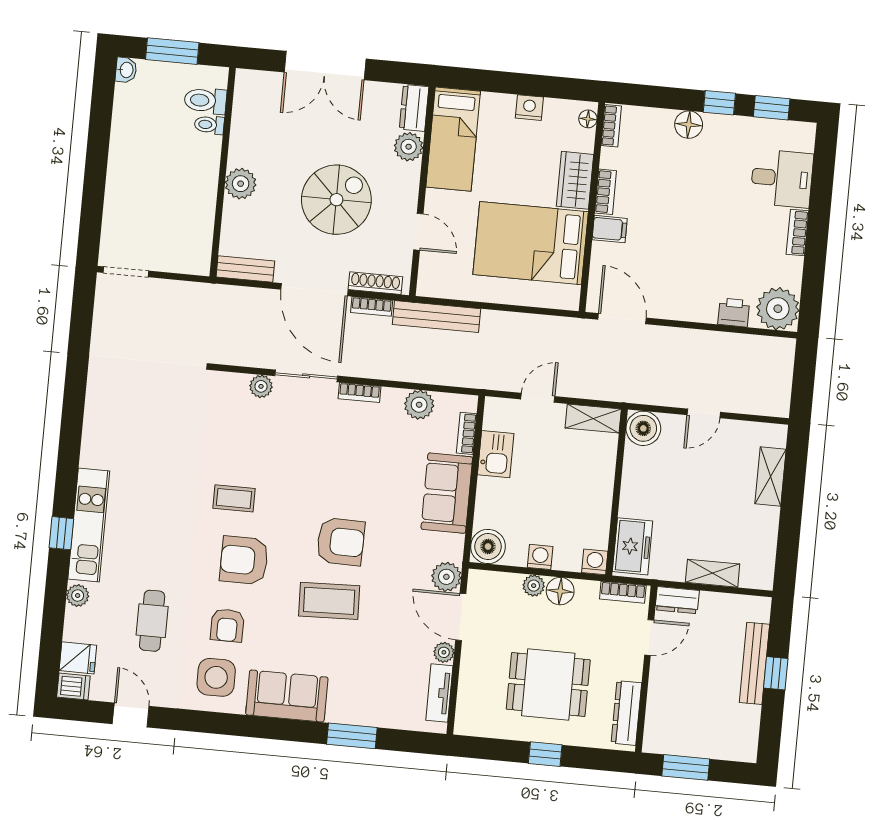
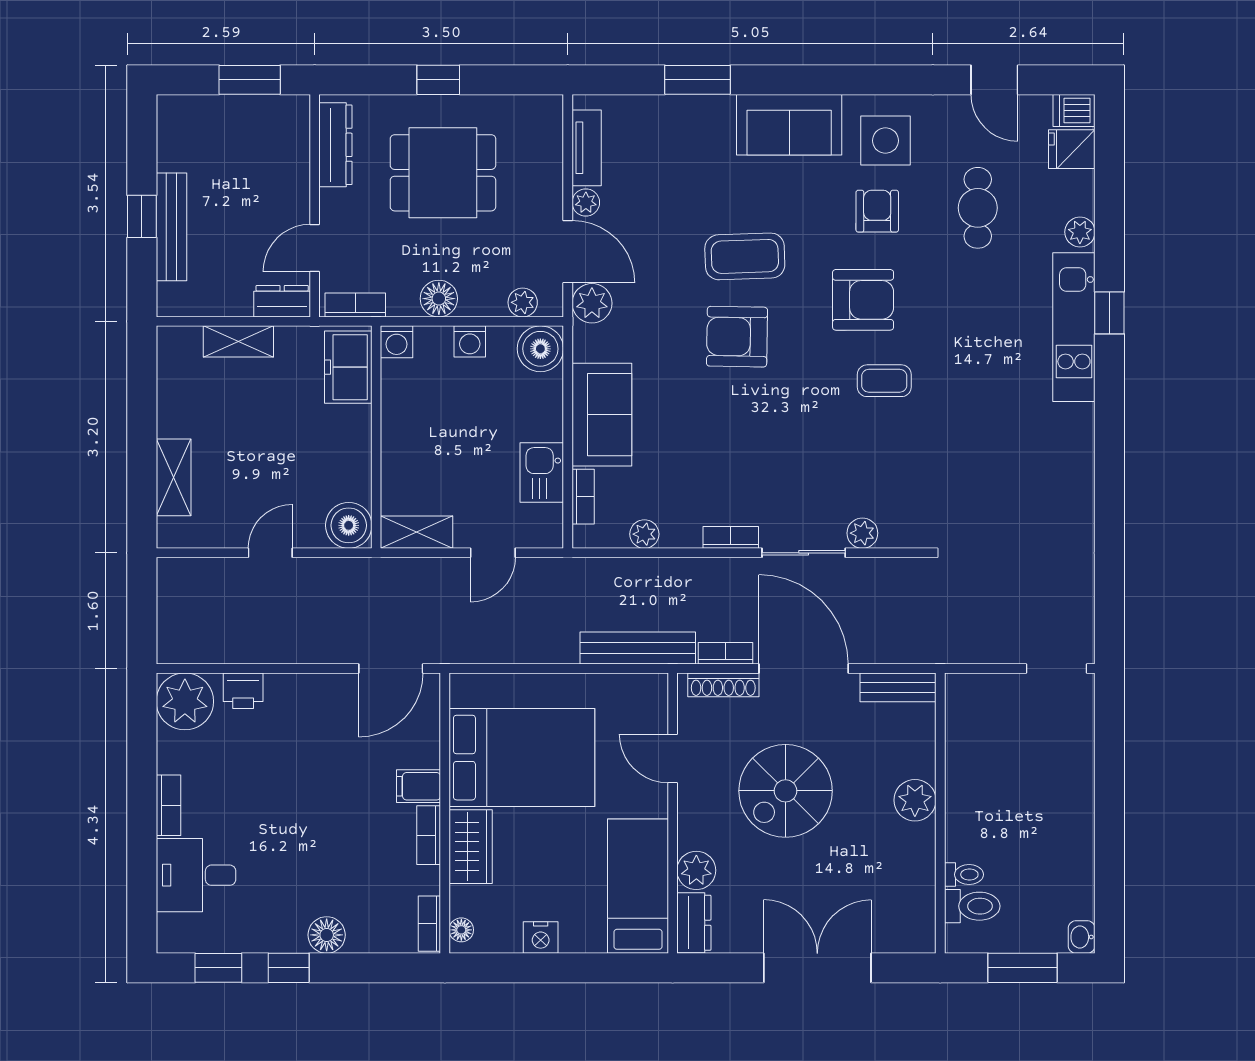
door: (622, 319) -> (391, 669), hinge flipped
plant: (419, 405) -> (644, 534), width x0.73, depth x0.73
plant: (534, 586) -> (523, 302), moved

